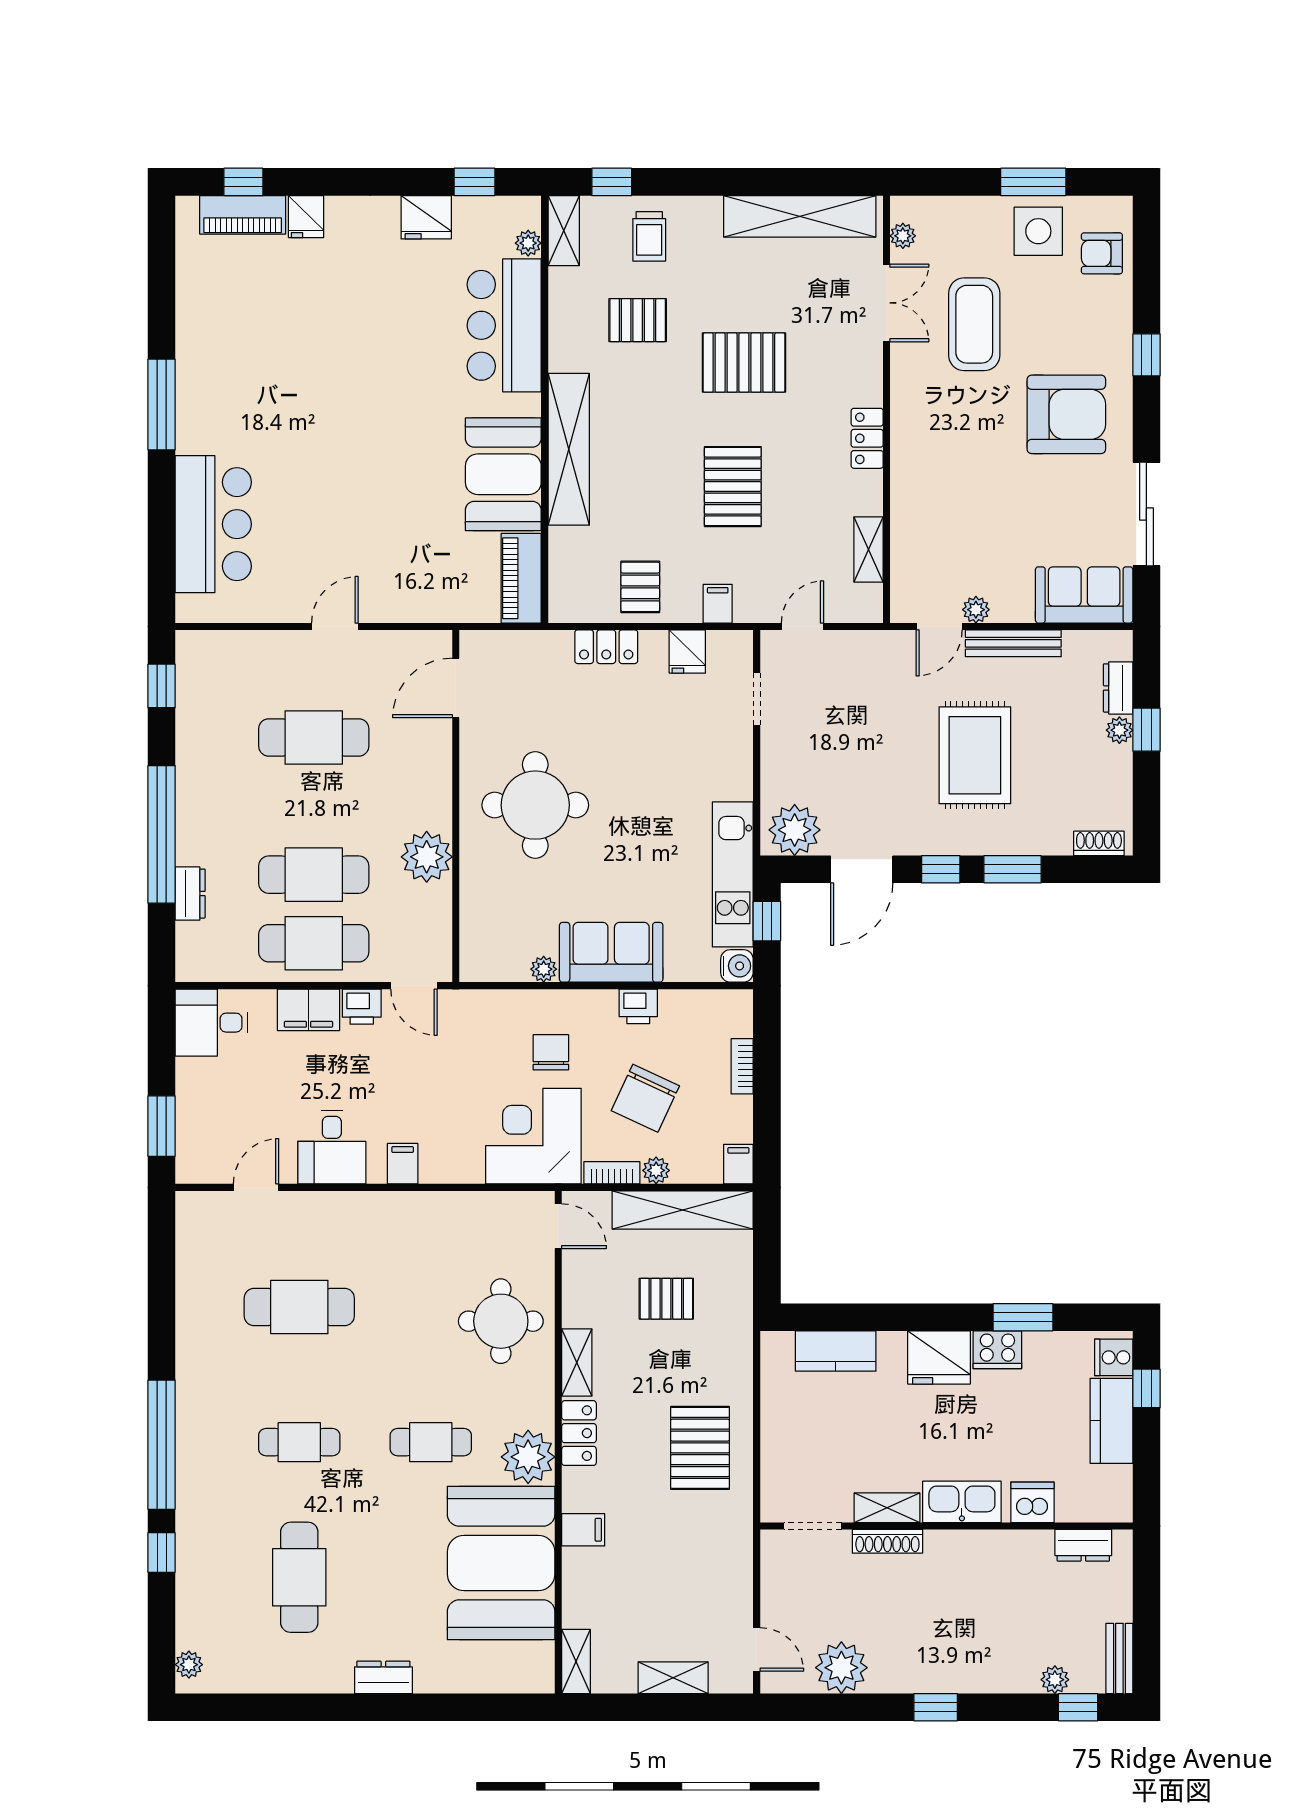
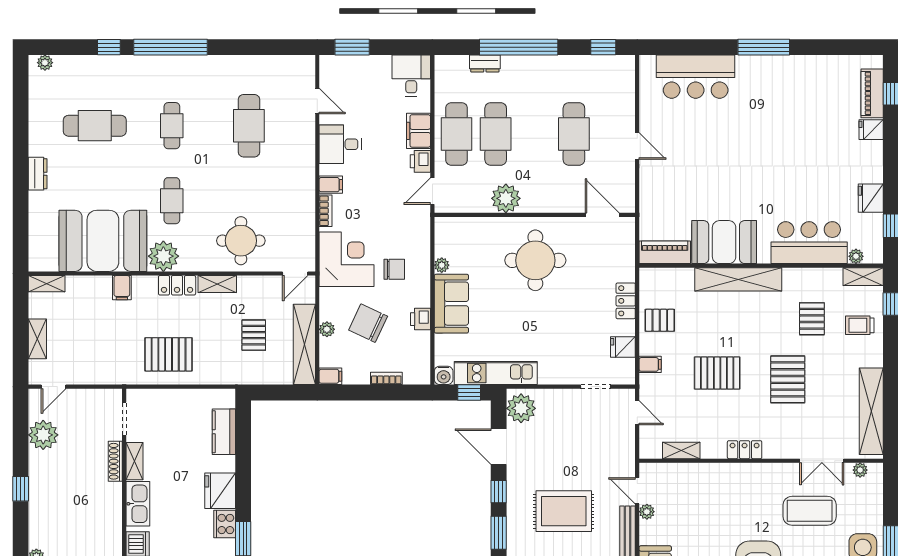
bookcase: (612, 1173) -> (326, 211), moved

